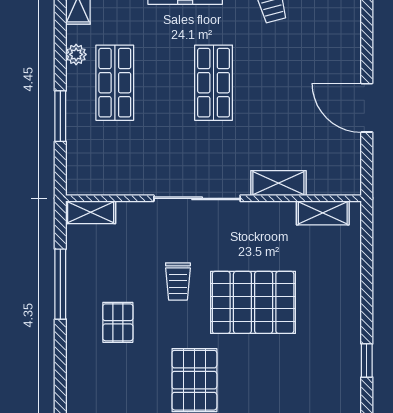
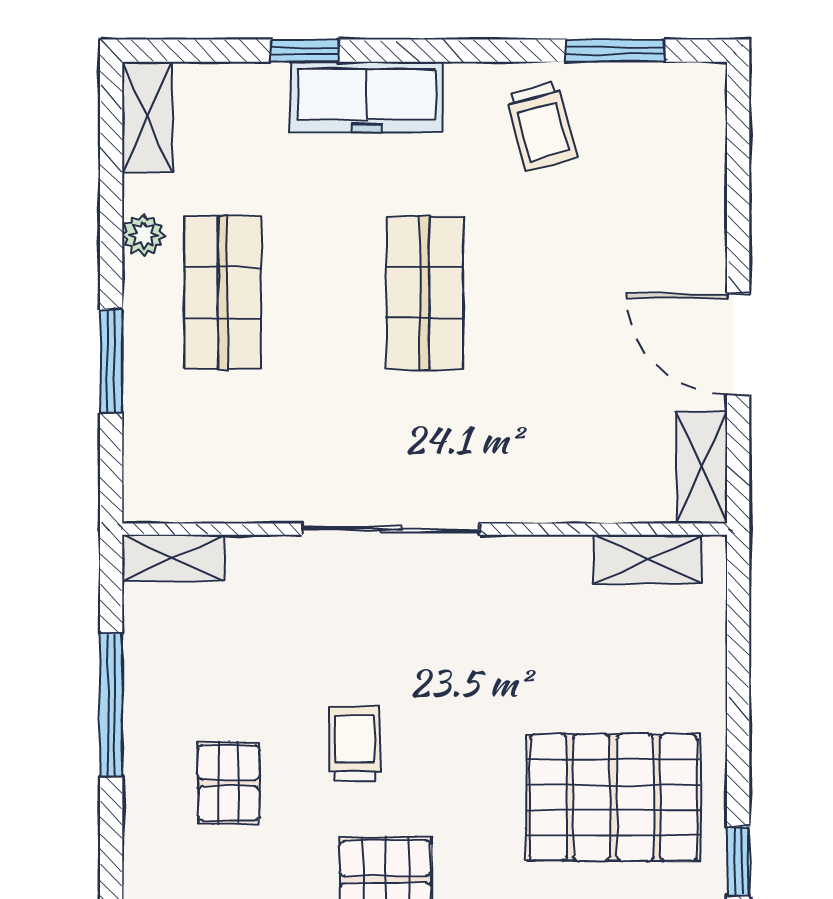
shelving: (278, 183) -> (702, 467), moved, turned 90
trolley: (178, 281) -> (355, 744), moved, turned 180
pallet: (253, 302) -> (613, 798), moved

